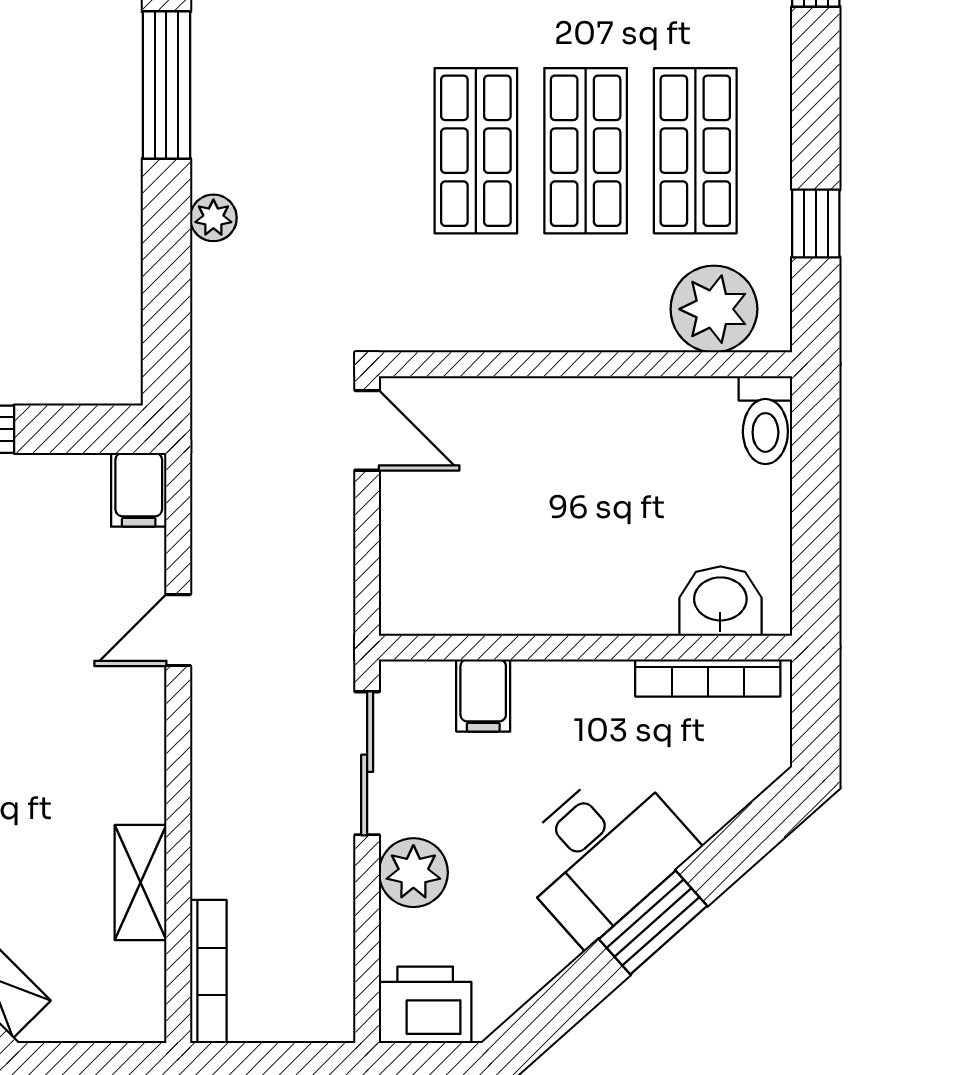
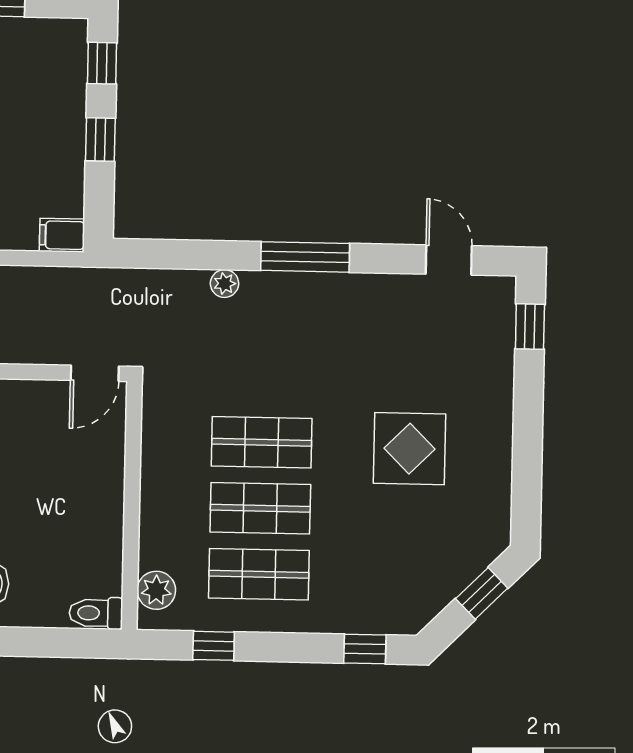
plant: (714, 309) -> (156, 590), width x0.73, depth x0.73

